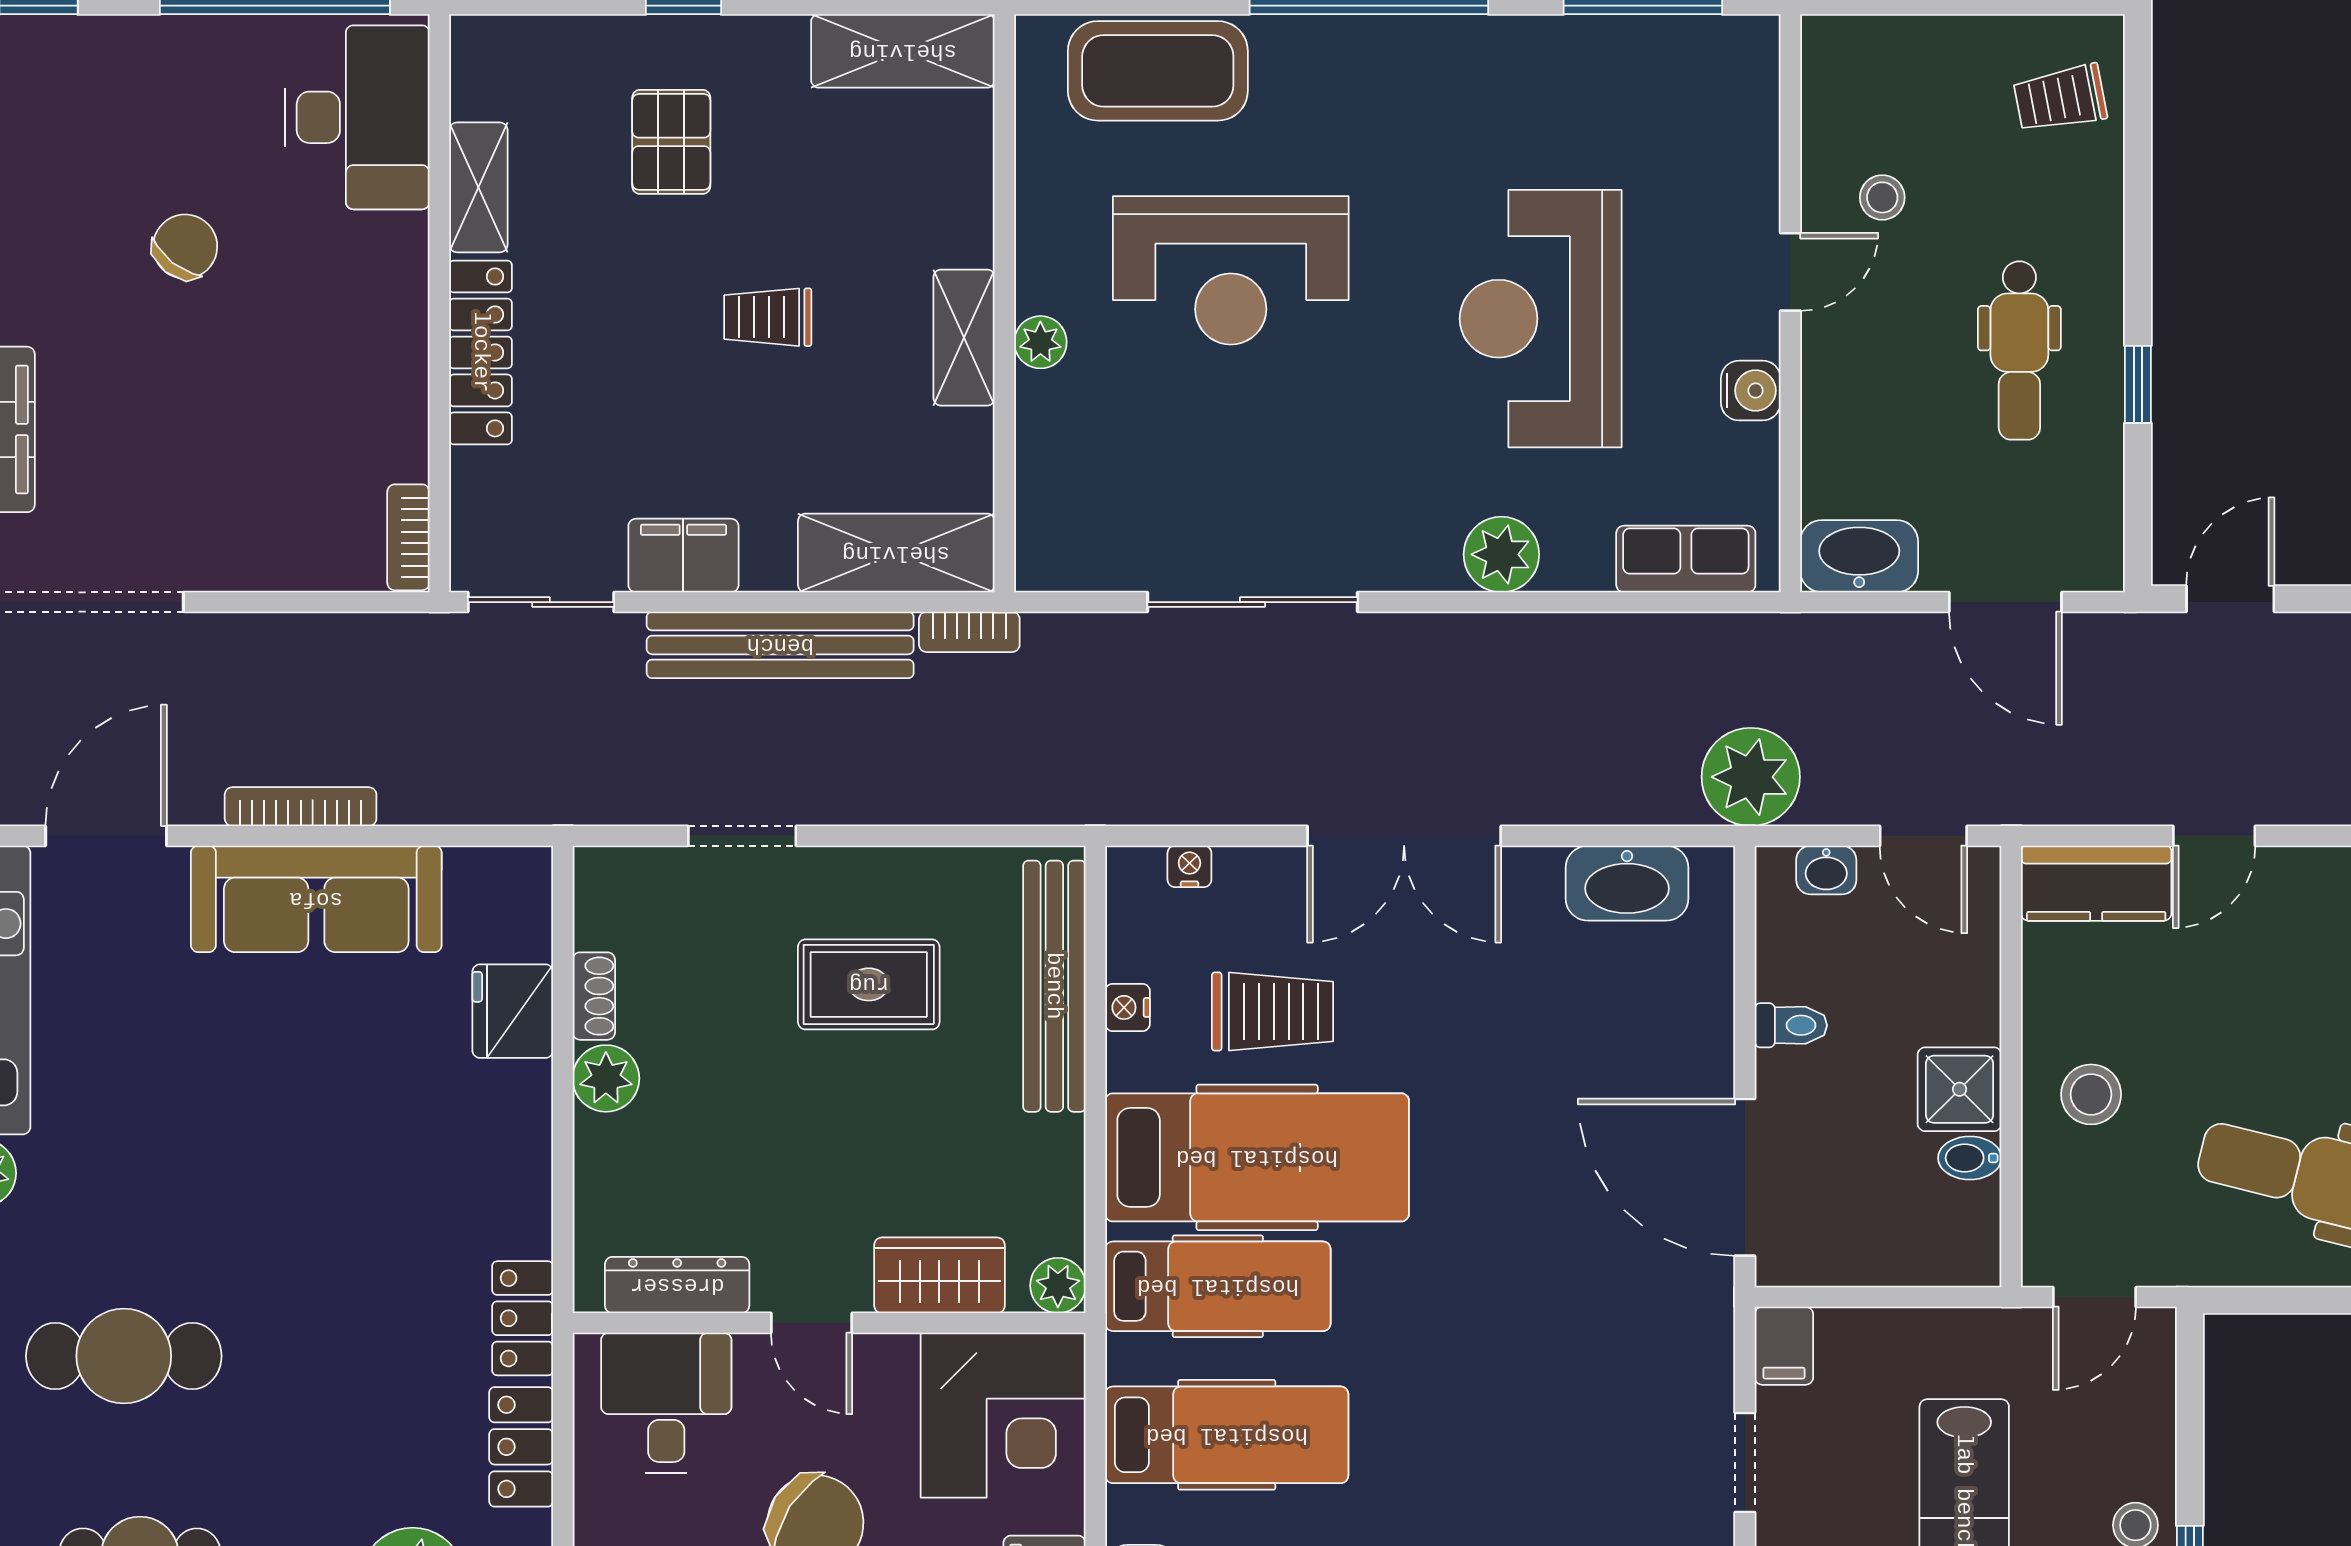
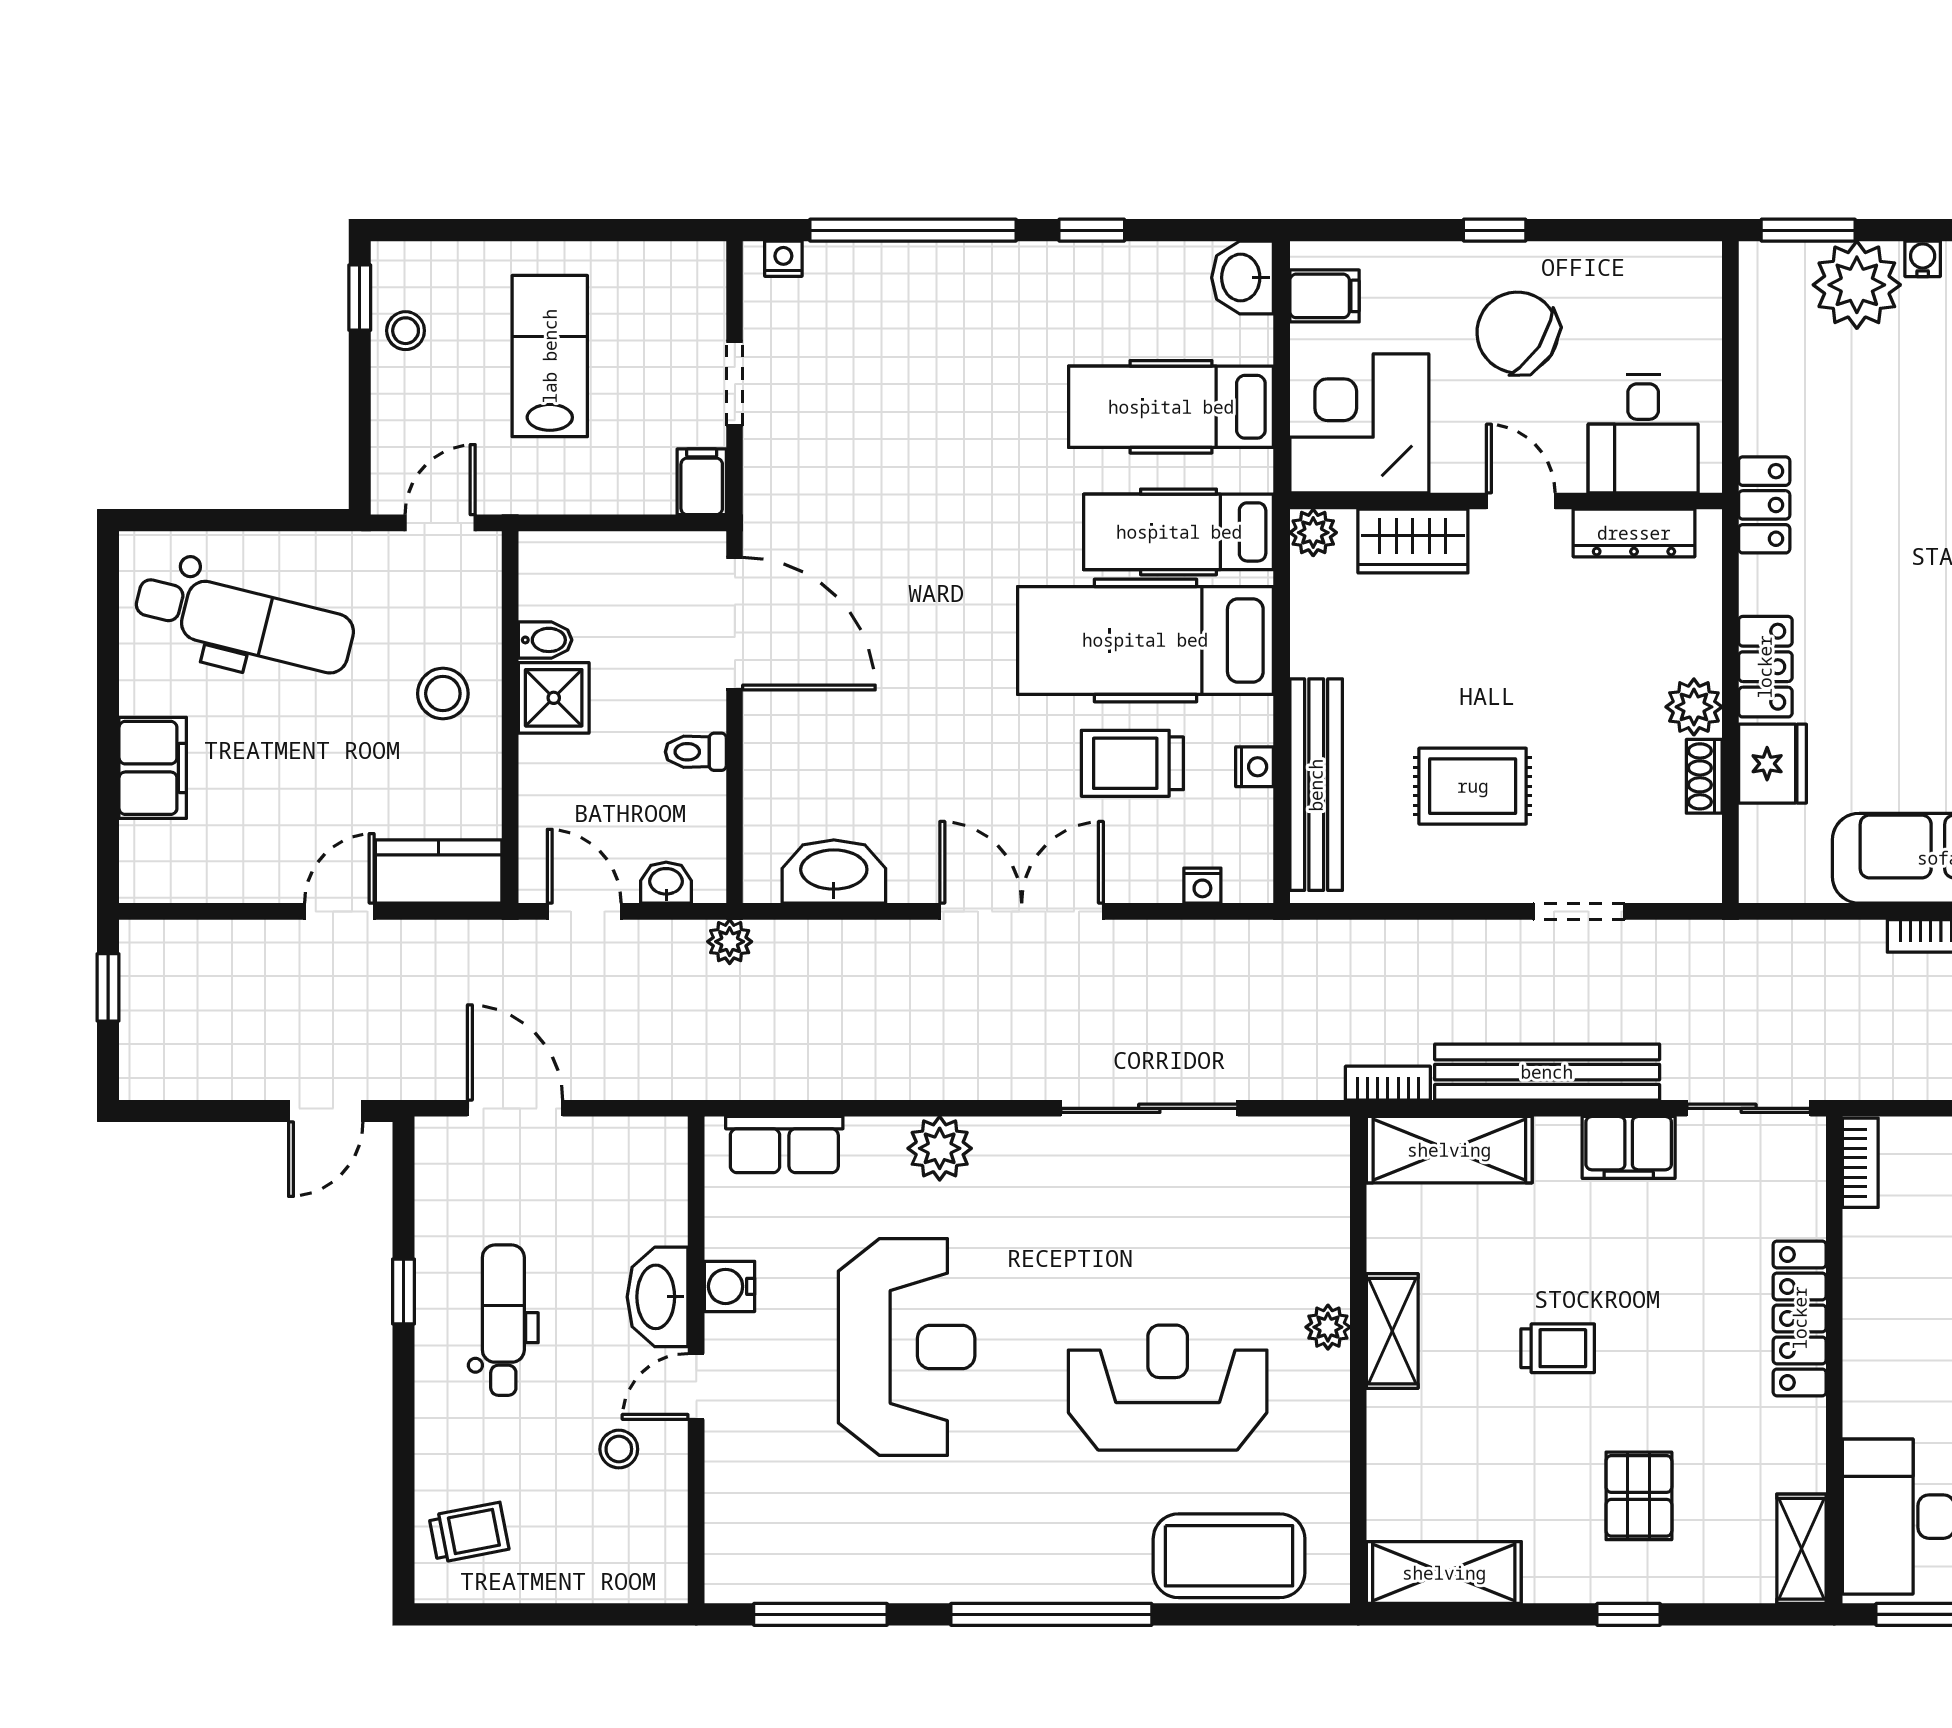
shelving: (478, 187) -> (1801, 1549), moved
washbasin: (1859, 556) -> (658, 1297), moved, turned 90
plant: (1751, 777) -> (730, 942), width x0.53, depth x0.53
locker: (521, 1447) -> (1765, 667), moved

